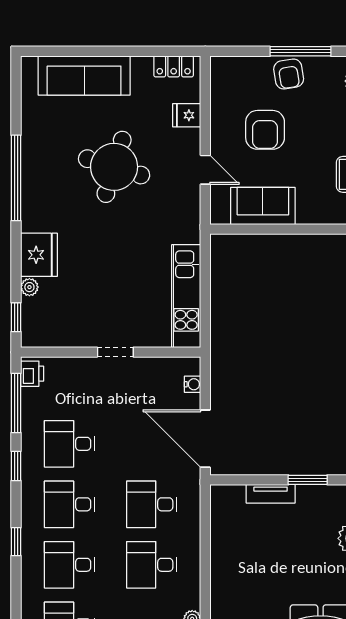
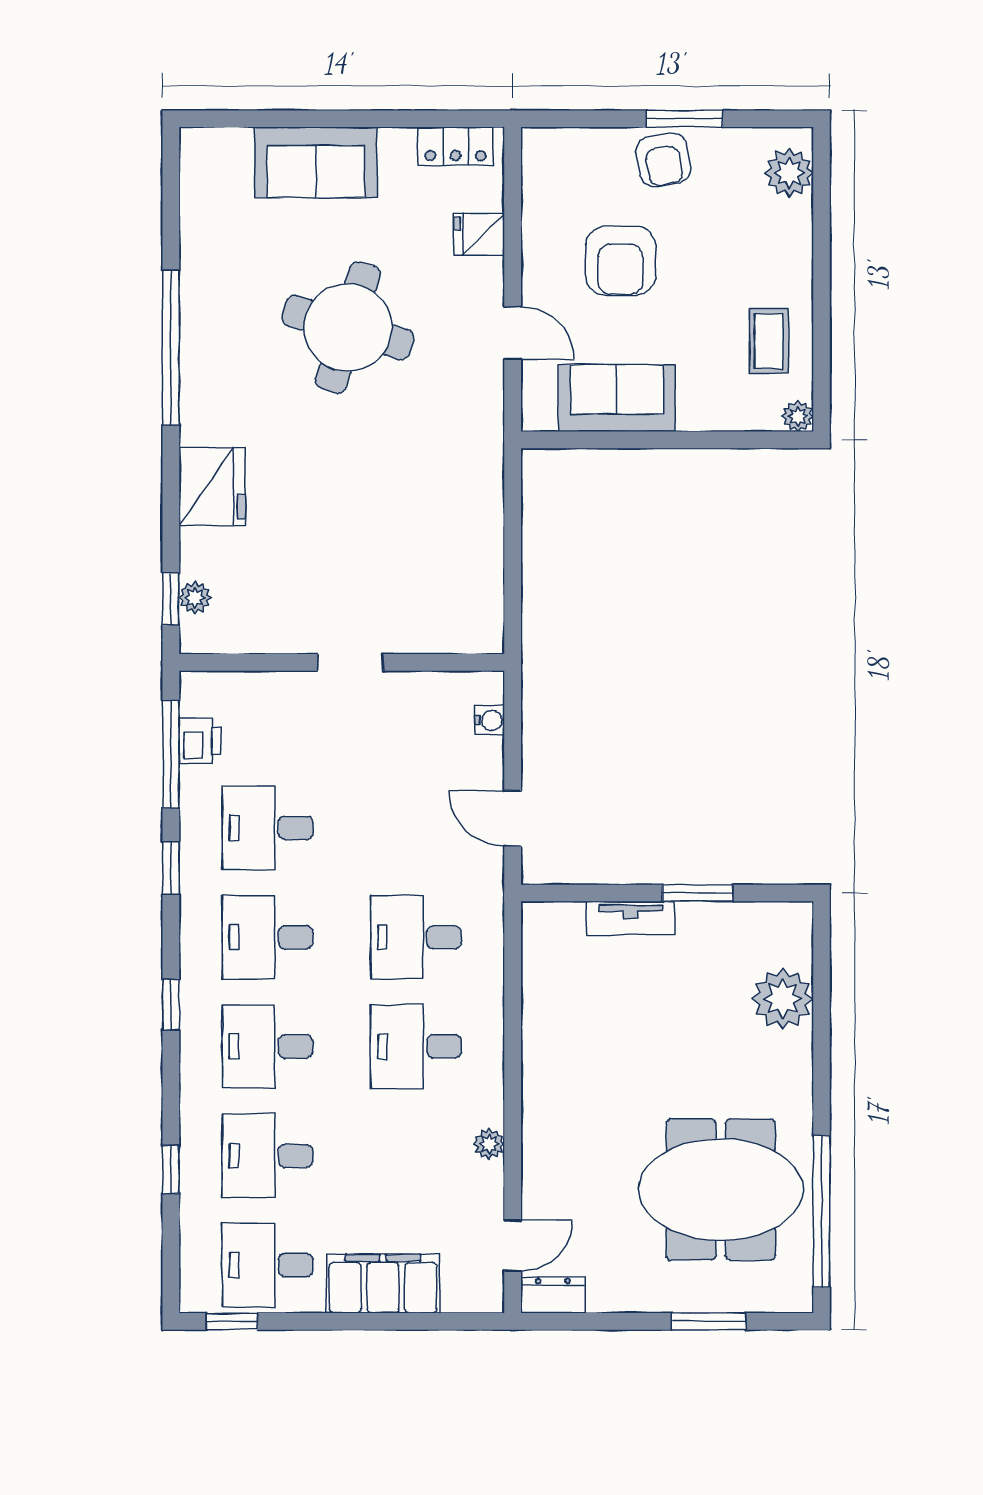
window: (300, 51) -> (685, 119), width x0.69
sofa: (84, 75) -> (316, 162), width x0.73
plant: (29, 287) -> (195, 598), moved
kitchen unit: (186, 296) -> (478, 561), removed
printer: (32, 374) -> (200, 741), moved
door: (205, 439) -> (513, 819), width x0.53

